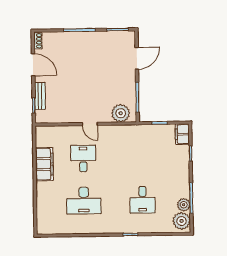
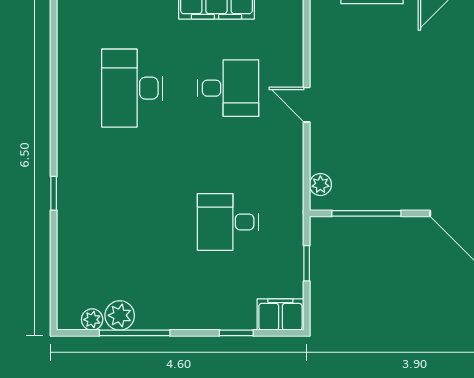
plant: (121, 113) -> (320, 185), width x0.53, depth x0.53
door: (90, 124) -> (307, 105), hinge flipped
desk: (143, 200) -> (228, 222), moved
plant: (182, 221) -> (92, 320), width x0.53, depth x0.53

